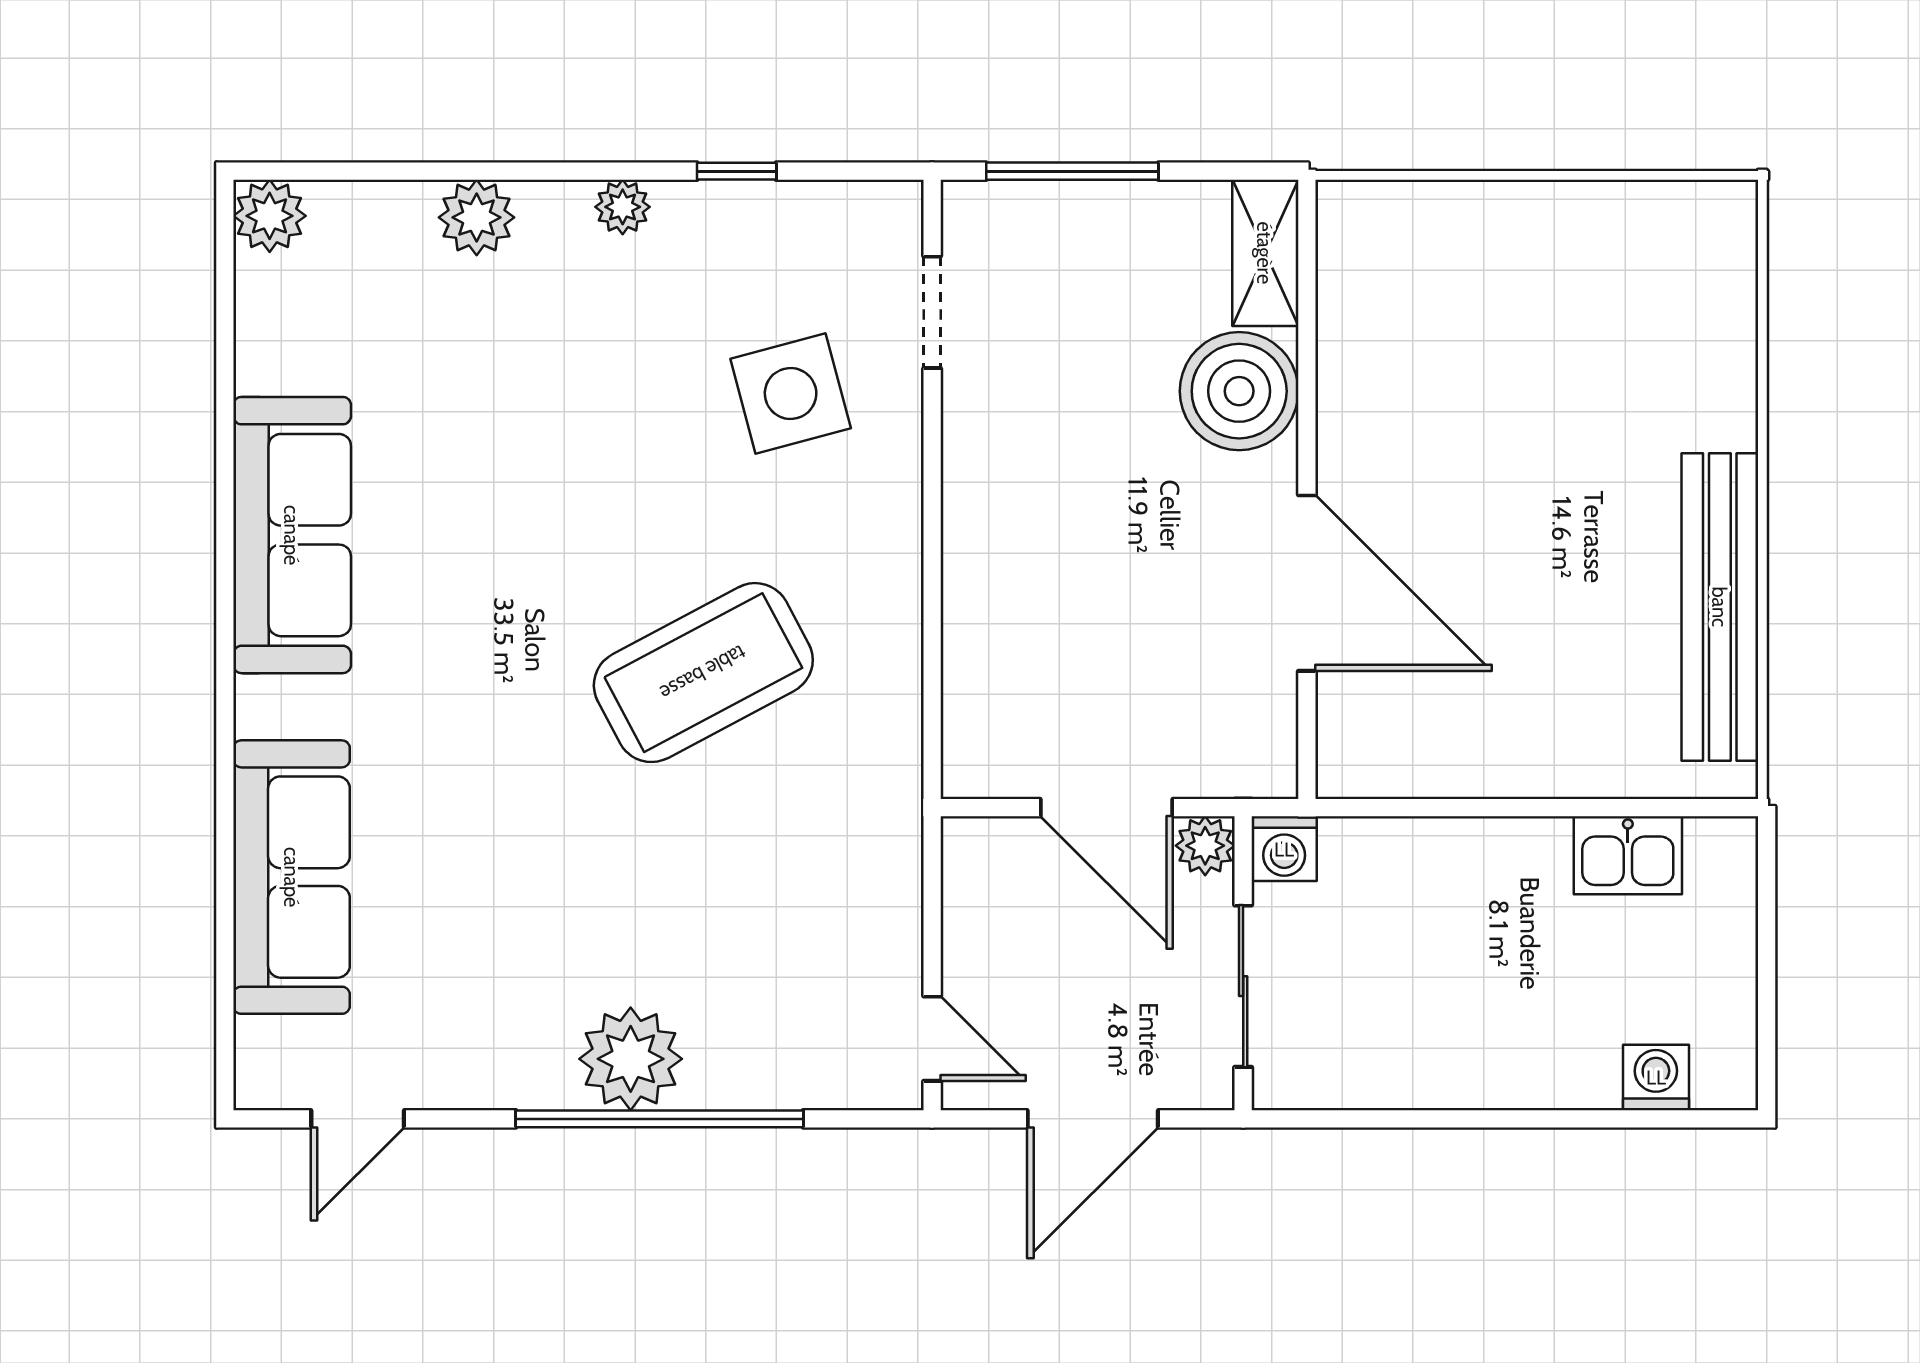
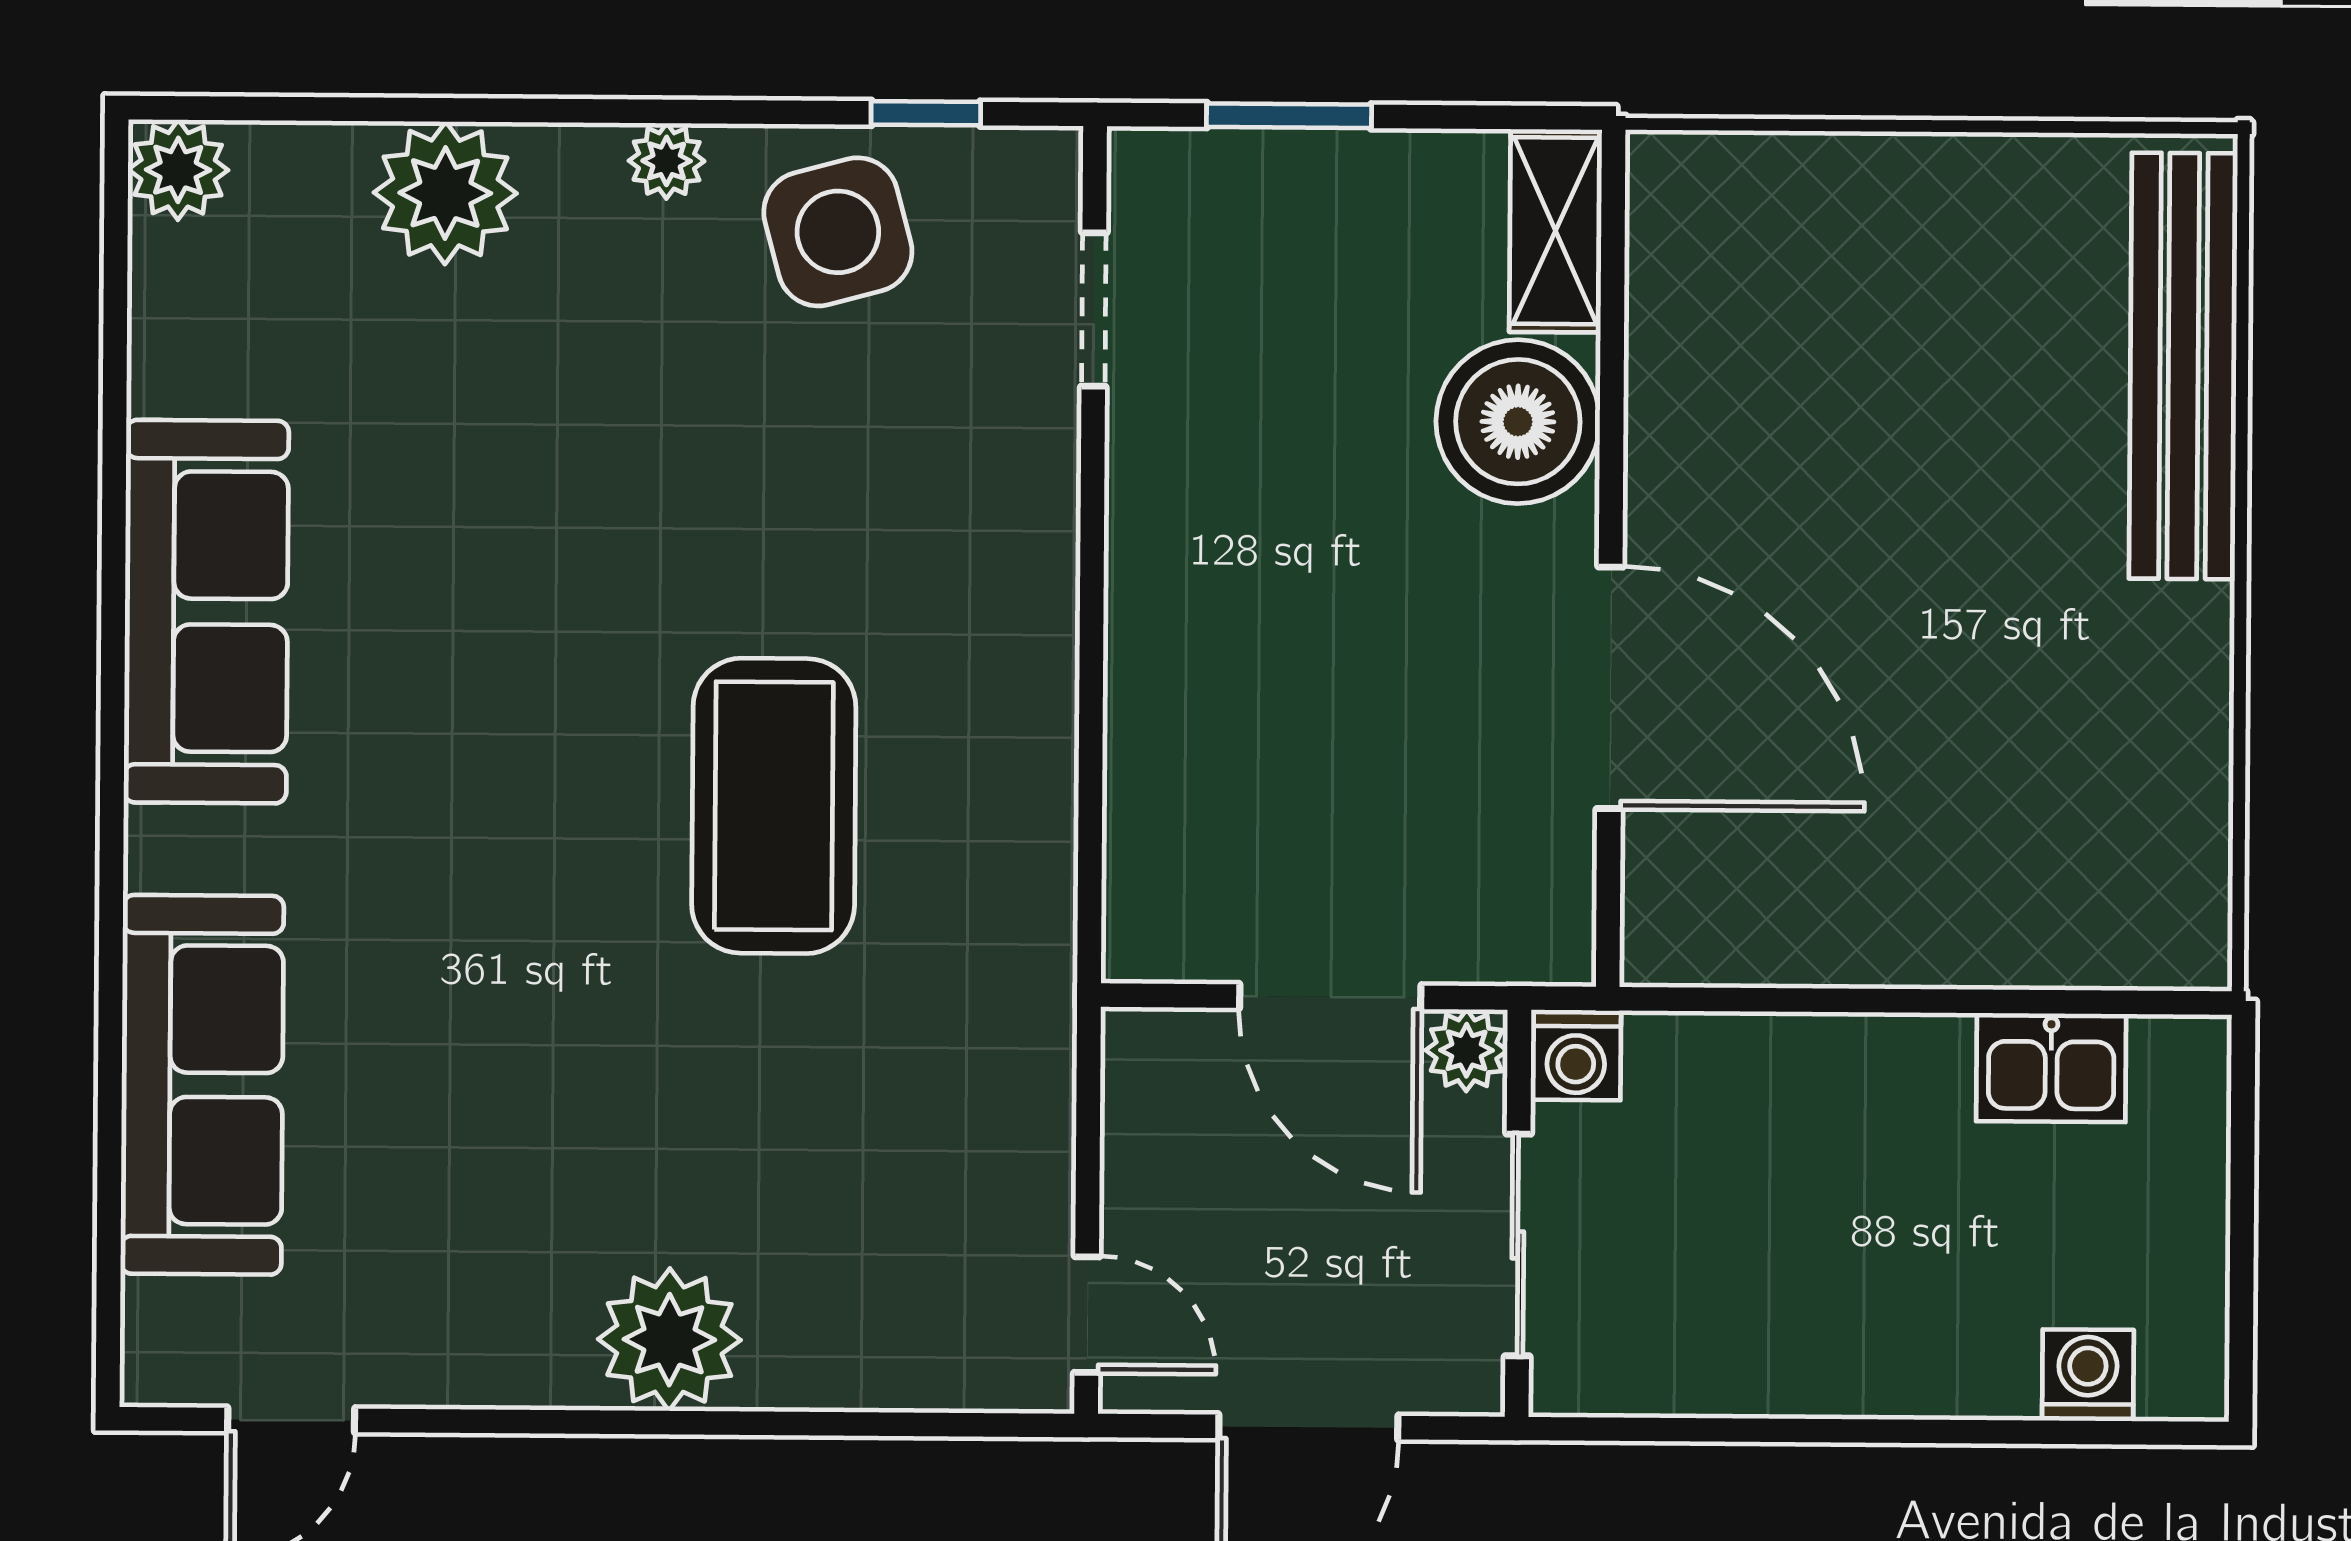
window: (737, 171) -> (926, 113), moved
window: (1072, 171) -> (1289, 116), width x0.69
plant: (477, 217) -> (445, 193), width x1.36, depth x1.36
side table: (791, 394) -> (838, 232), moved
bench: (1720, 607) -> (2183, 366), moved
coffee table: (703, 673) -> (774, 806), turned -62
window: (660, 1119) -> (709, 1423), removed

